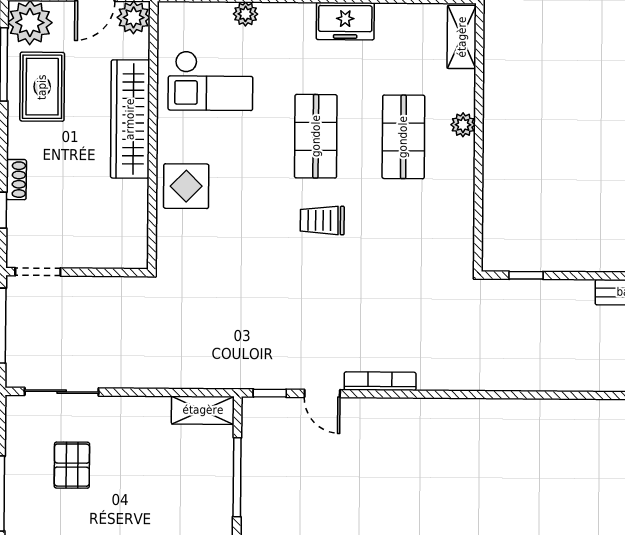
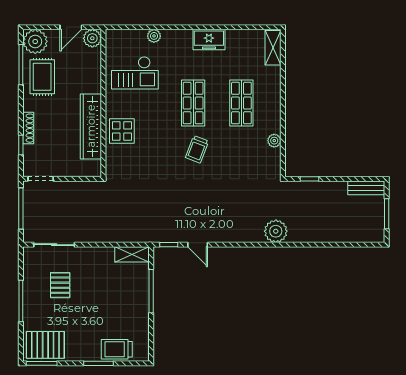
wardrobe: (130, 119) -> (91, 126), moved
plant: (463, 125) -> (274, 141), moved
shoe rack: (16, 180) -> (28, 128), width x1.43
trolley: (322, 220) -> (197, 149), turned -69
plant: (464, 370) -> (276, 231), added
bookcase: (380, 381) -> (230, 238), removed

